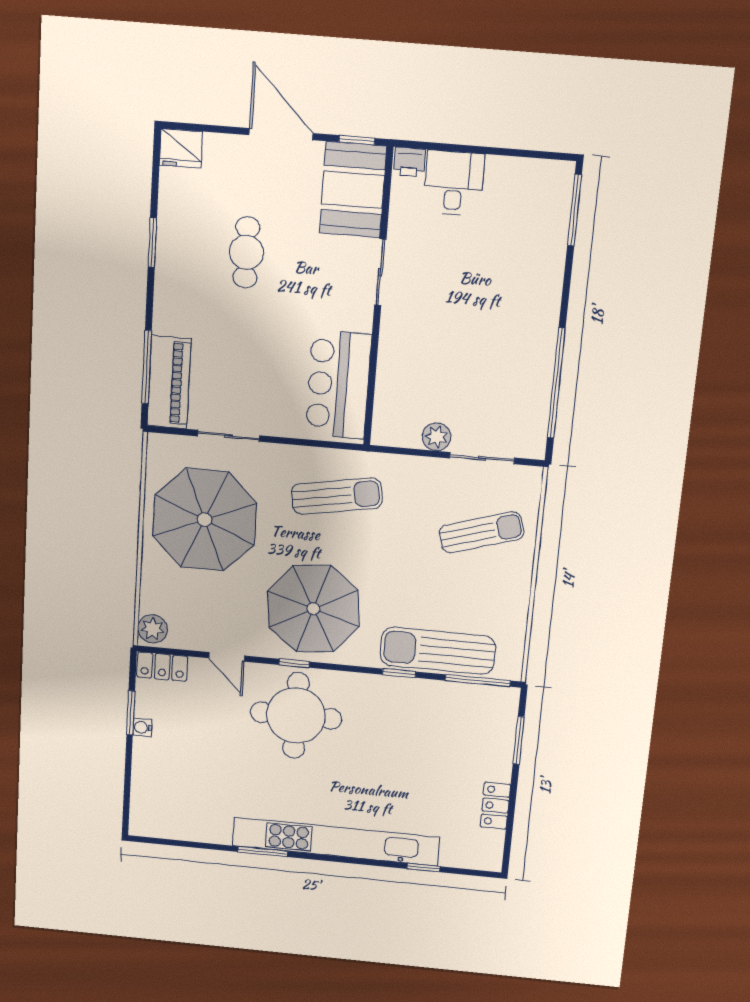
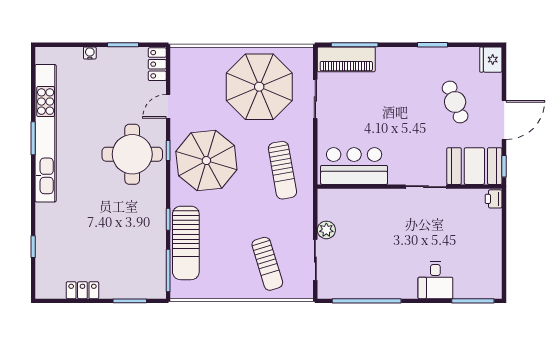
desk: (454, 183) -> (435, 280), moved, turned 90
cafe table: (246, 252) -> (455, 102), moved, turned 69
plant: (153, 629) -> (183, 57), removed
sun lounger: (438, 651) -> (186, 243), turned 180
water cooler: (142, 727) -> (90, 53), moved
kitchen unit: (336, 842) -> (46, 133), moved

